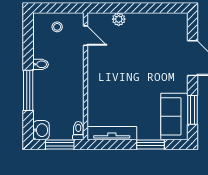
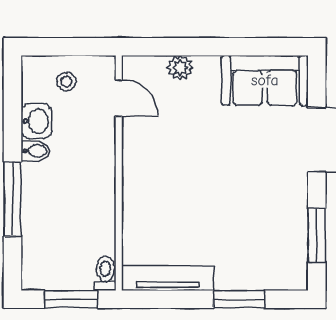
sofa: (174, 116) -> (265, 80), moved, turned -90
washbasin: (41, 130) -> (36, 121), moved

